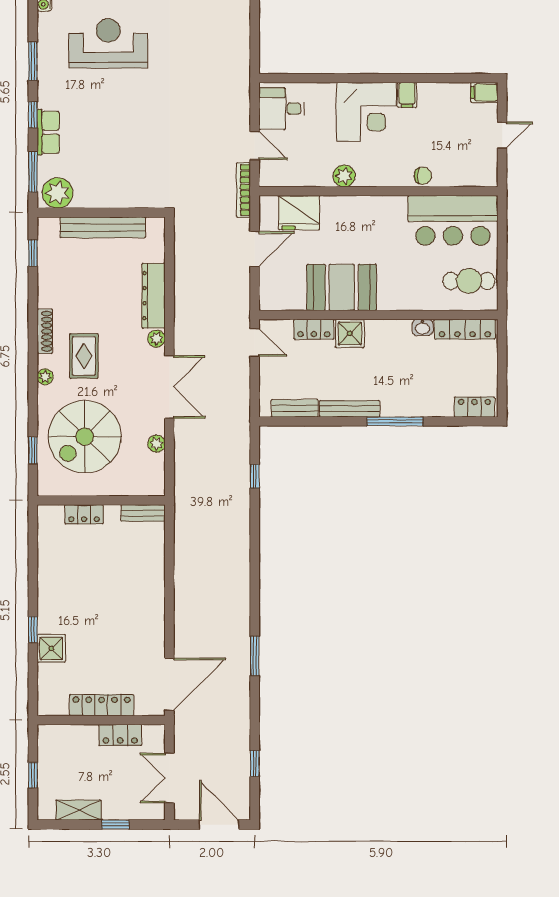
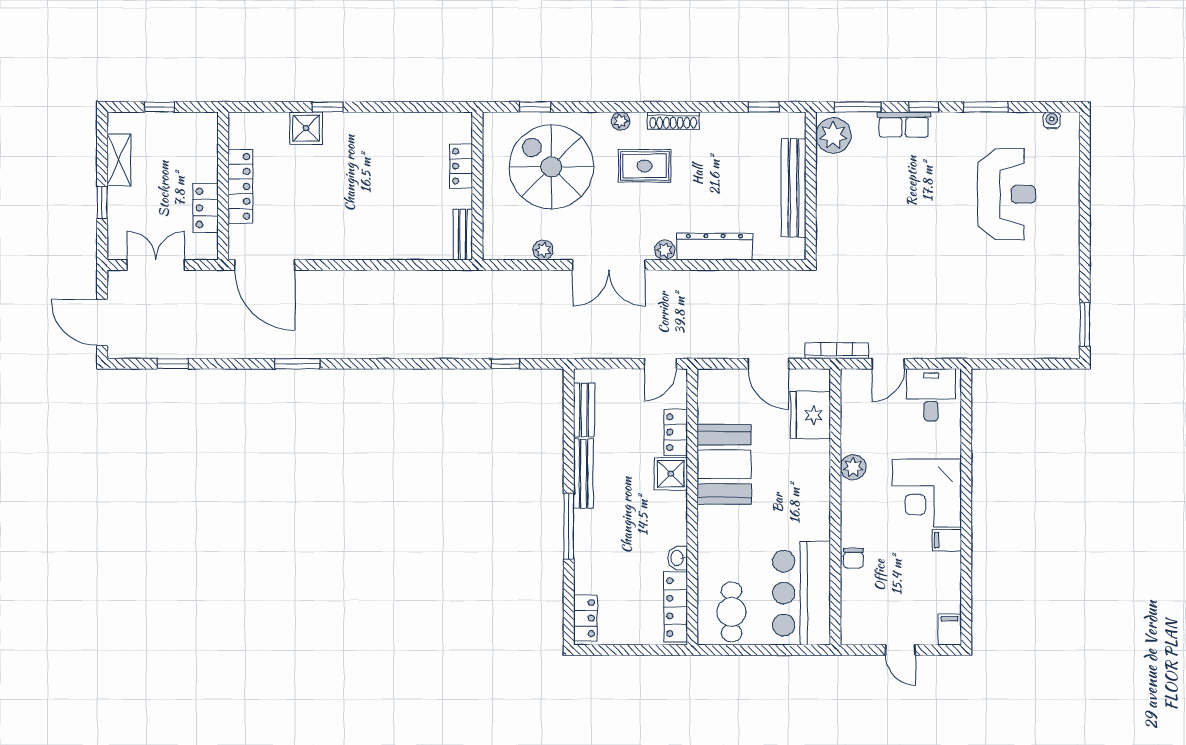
door: (219, 825) -> (102, 322), swing flipped

